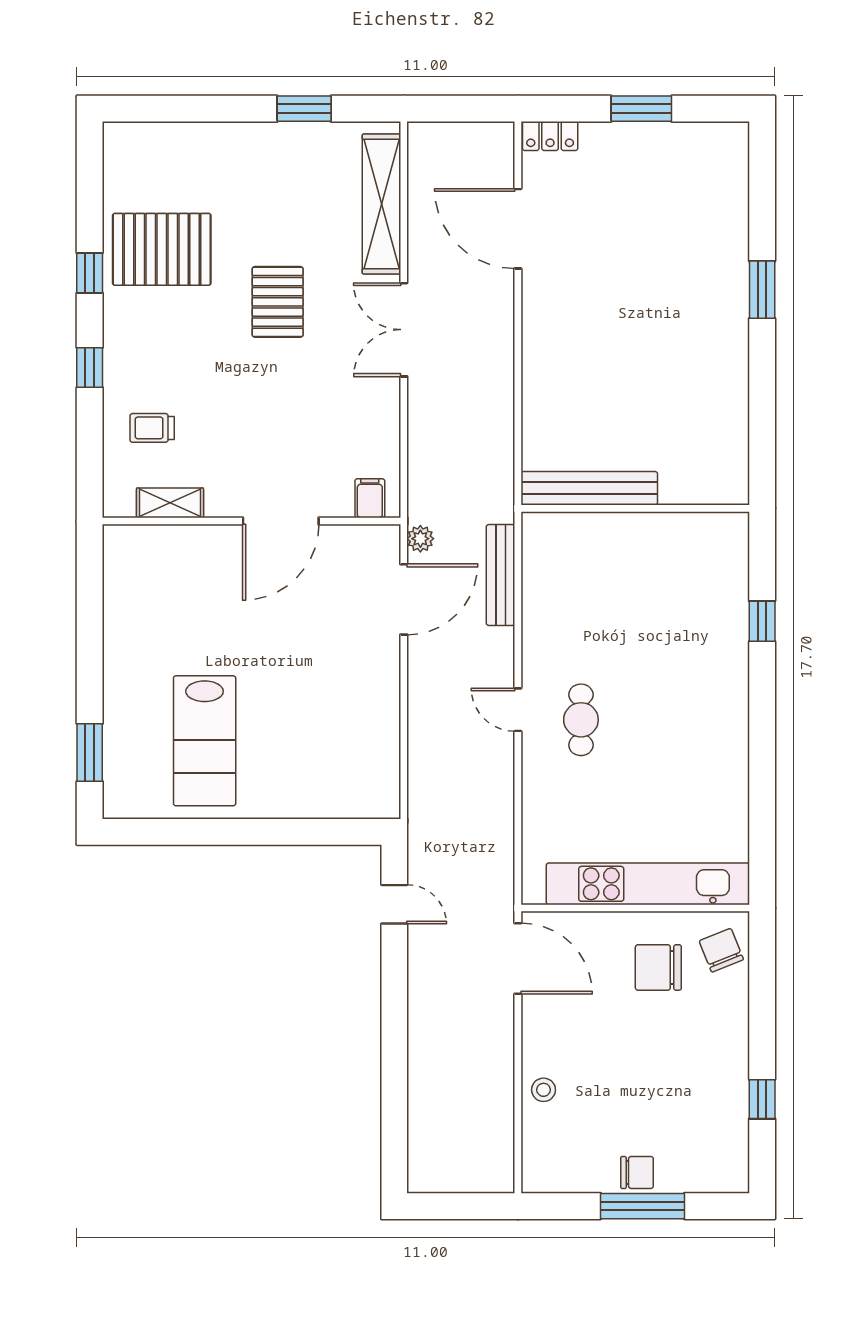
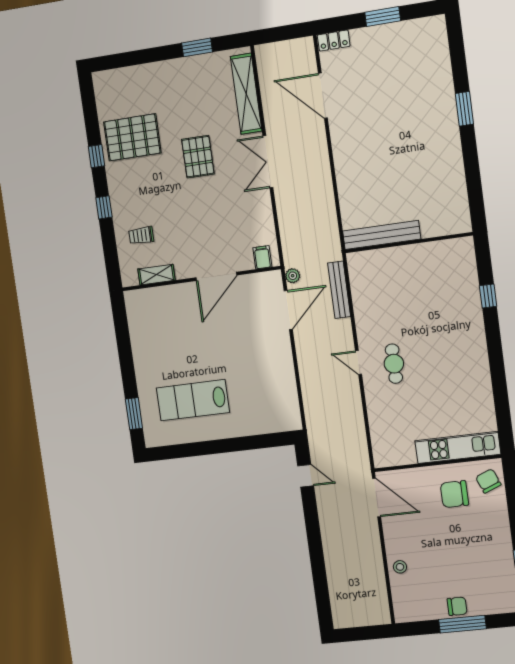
lab bench: (205, 741) -> (193, 400), turned 90
kitchen unit: (648, 884) -> (458, 447), width x0.73

